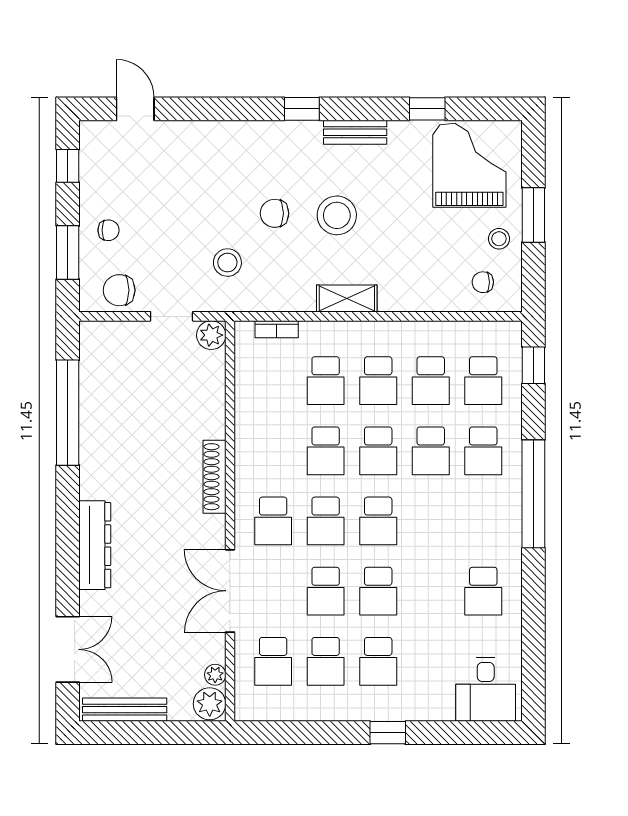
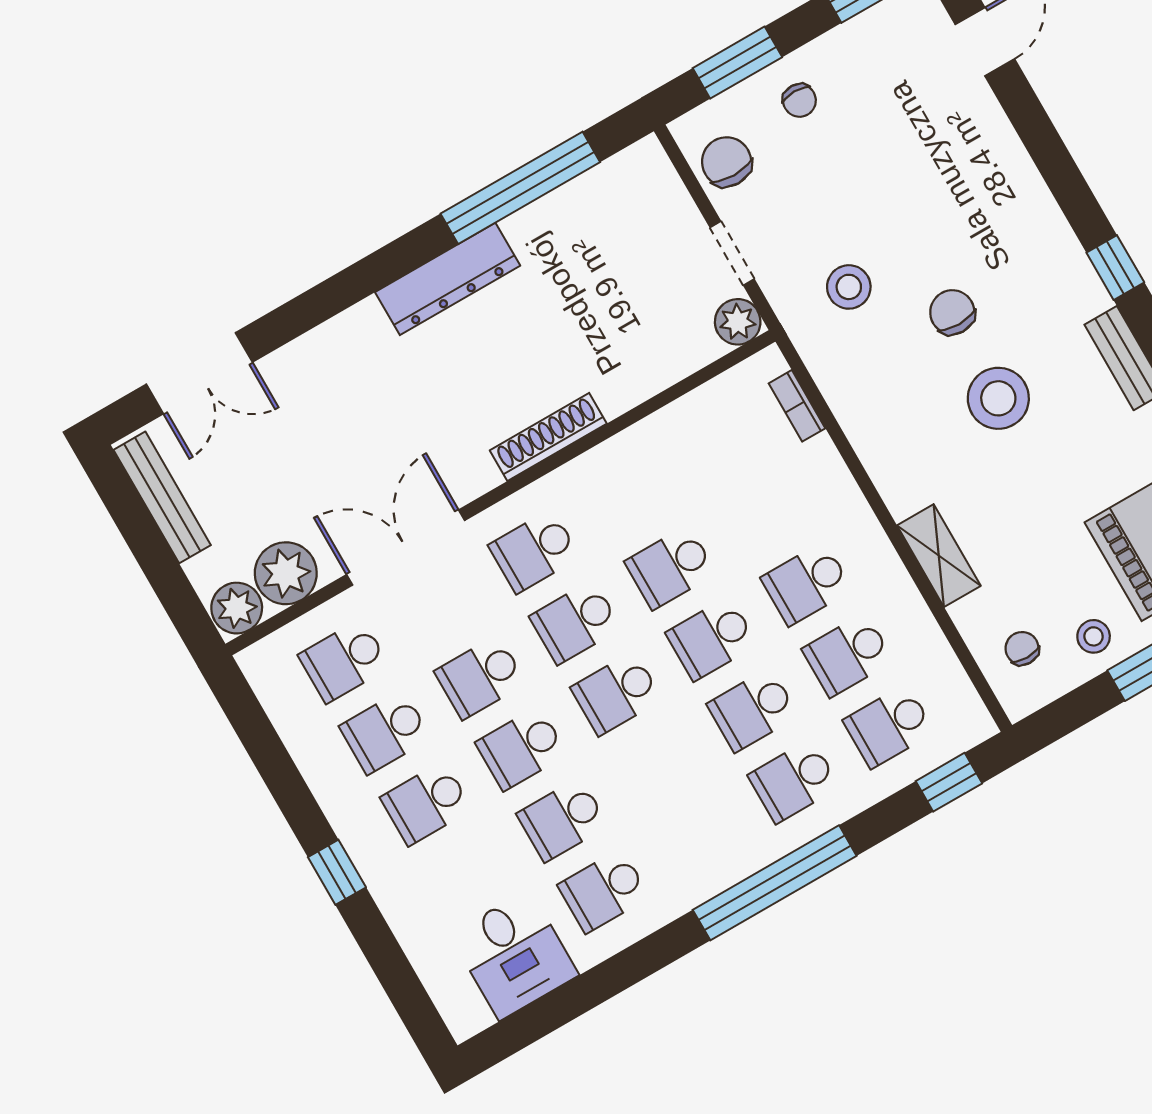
shelving: (347, 299) -> (939, 556), moved
school desk: (326, 381) -> (562, 820), moved
dresser: (95, 545) -> (448, 279), moved
plant: (215, 675) -> (286, 573), width x1.87, depth x1.87
desk: (486, 689) -> (514, 955), moved, turned -90

